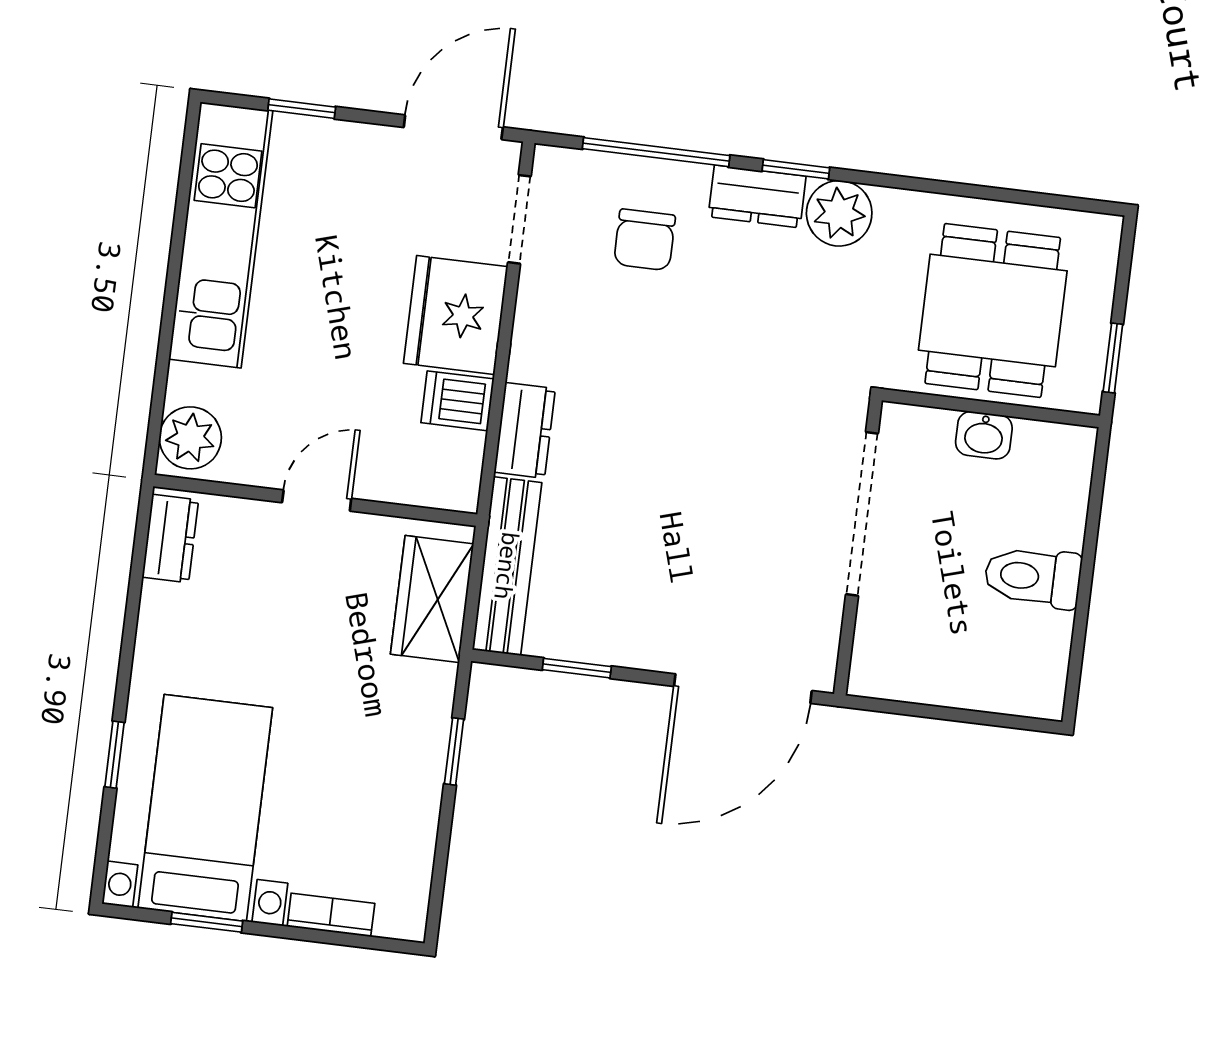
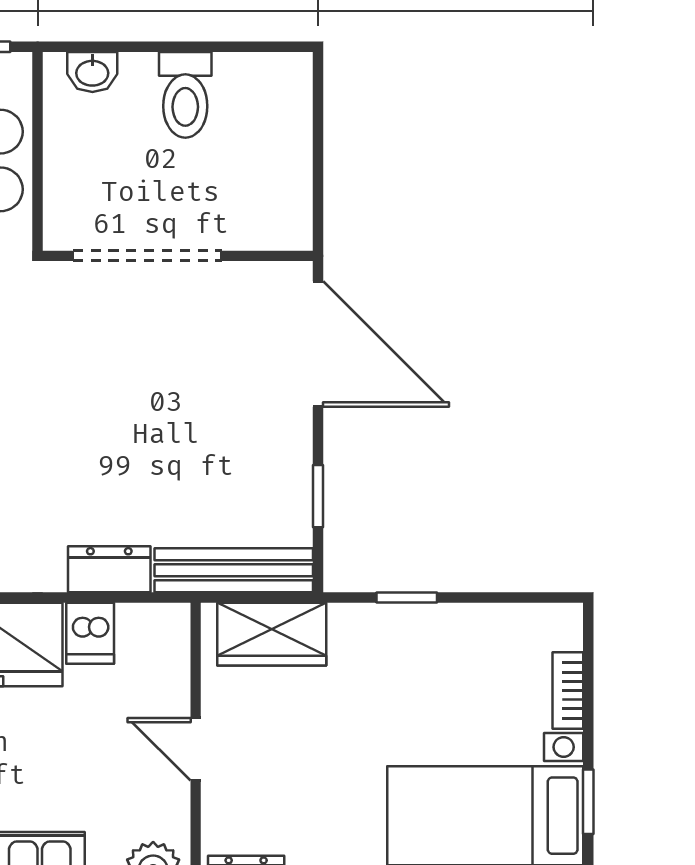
washbasin: (984, 435) -> (92, 72), moved, turned 90

